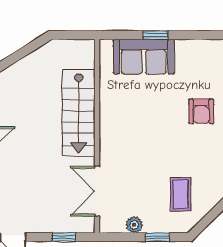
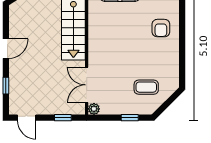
coffee table: (181, 194) -> (146, 87), turned 90
plant: (134, 225) -> (94, 109), moved

